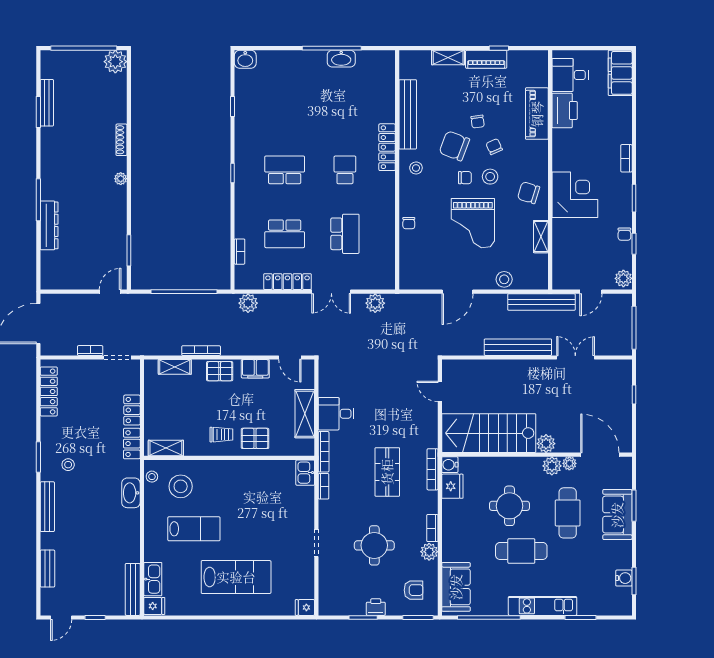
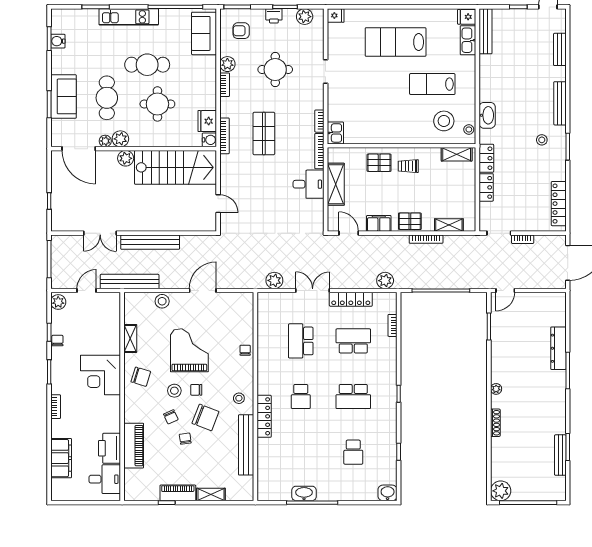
filing cabinet: (620, 73) -> (61, 458), moved
school desk: (285, 106) -> (353, 452), added
plant: (341, 606) -> (305, 17), added

